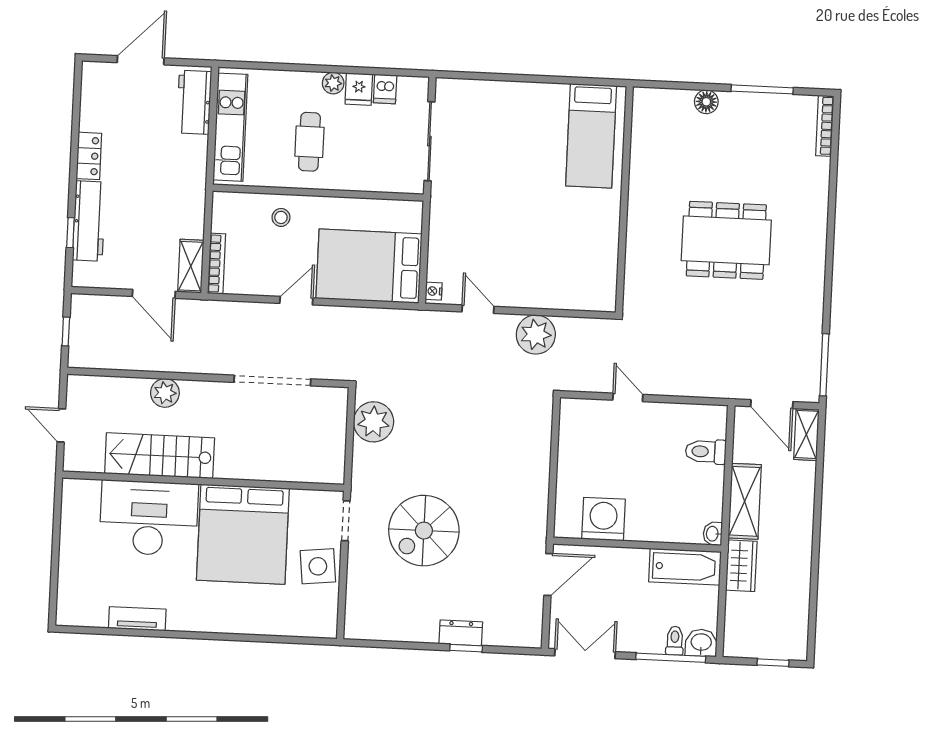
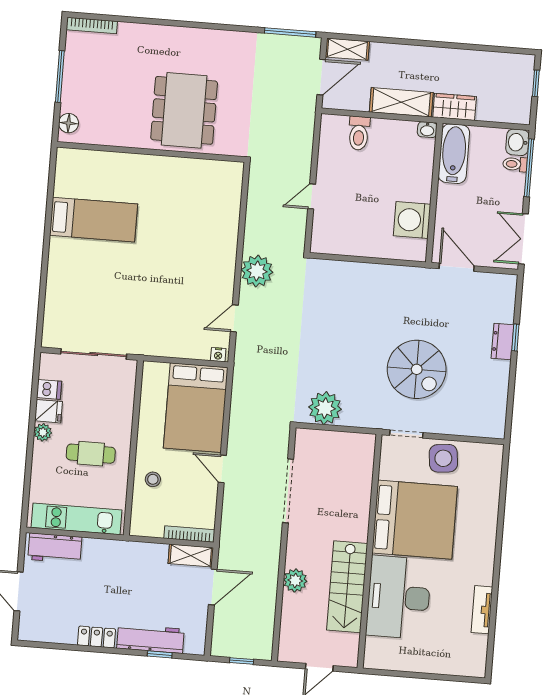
wall: (624, 200) -> (151, 152), moved

